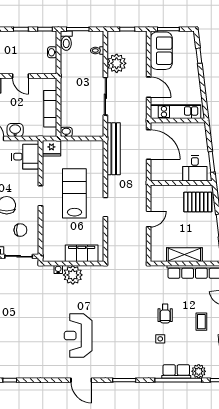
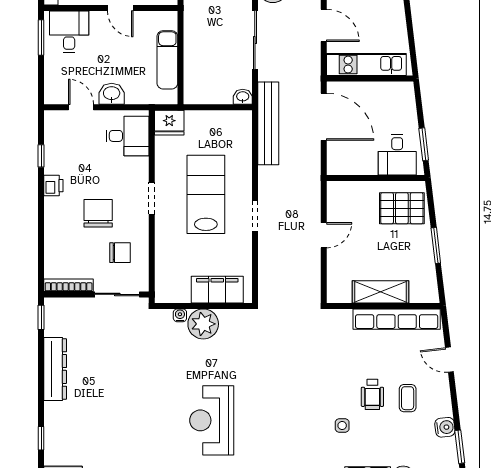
washbasin: (66, 132) -> (243, 97), moved
wheelchair: (165, 314) -> (372, 394), moved

